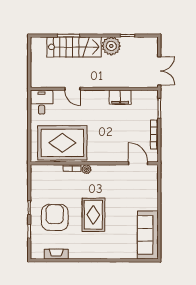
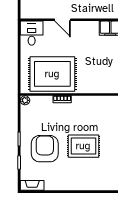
plant: (86, 169) -> (25, 100), moved
rug: (93, 215) -> (83, 146), turned 90
fireplace: (56, 254) -> (32, 185), moved

